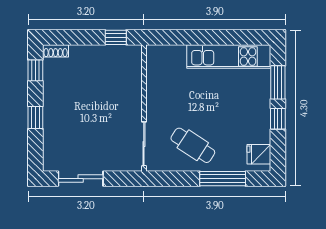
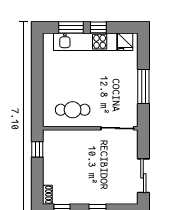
kitchen unit: (229, 57) -> (85, 42), moved, turned 90
cafe table: (193, 145) -> (73, 110), moved, turned 57
window: (223, 179) -> (143, 86), moved

